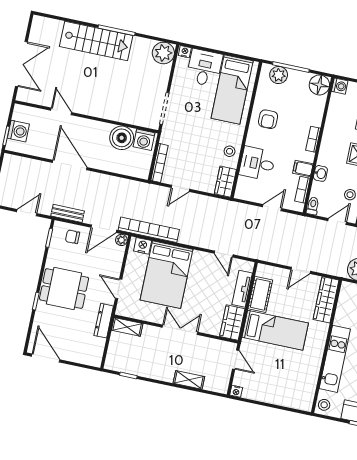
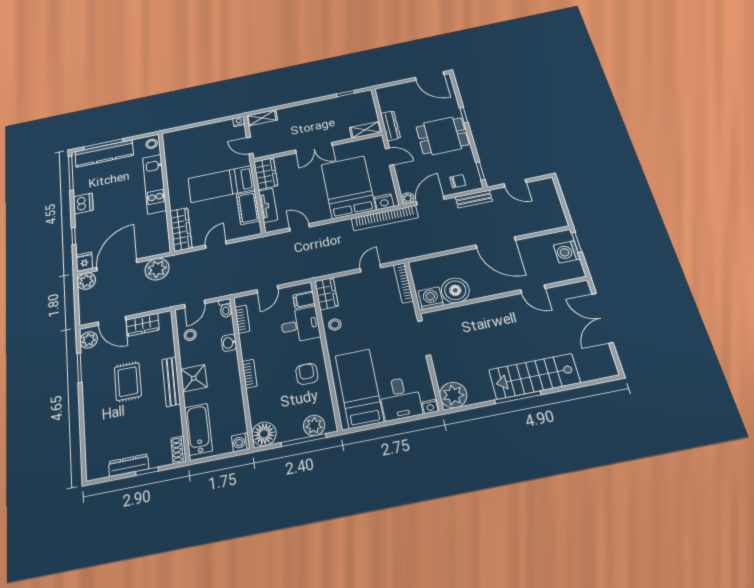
filing cabinet: (303, 168) -> (304, 300), moved, turned 180
door: (27, 213) -> (515, 183), hinge flipped
shelving: (189, 380) -> (262, 118), moved

